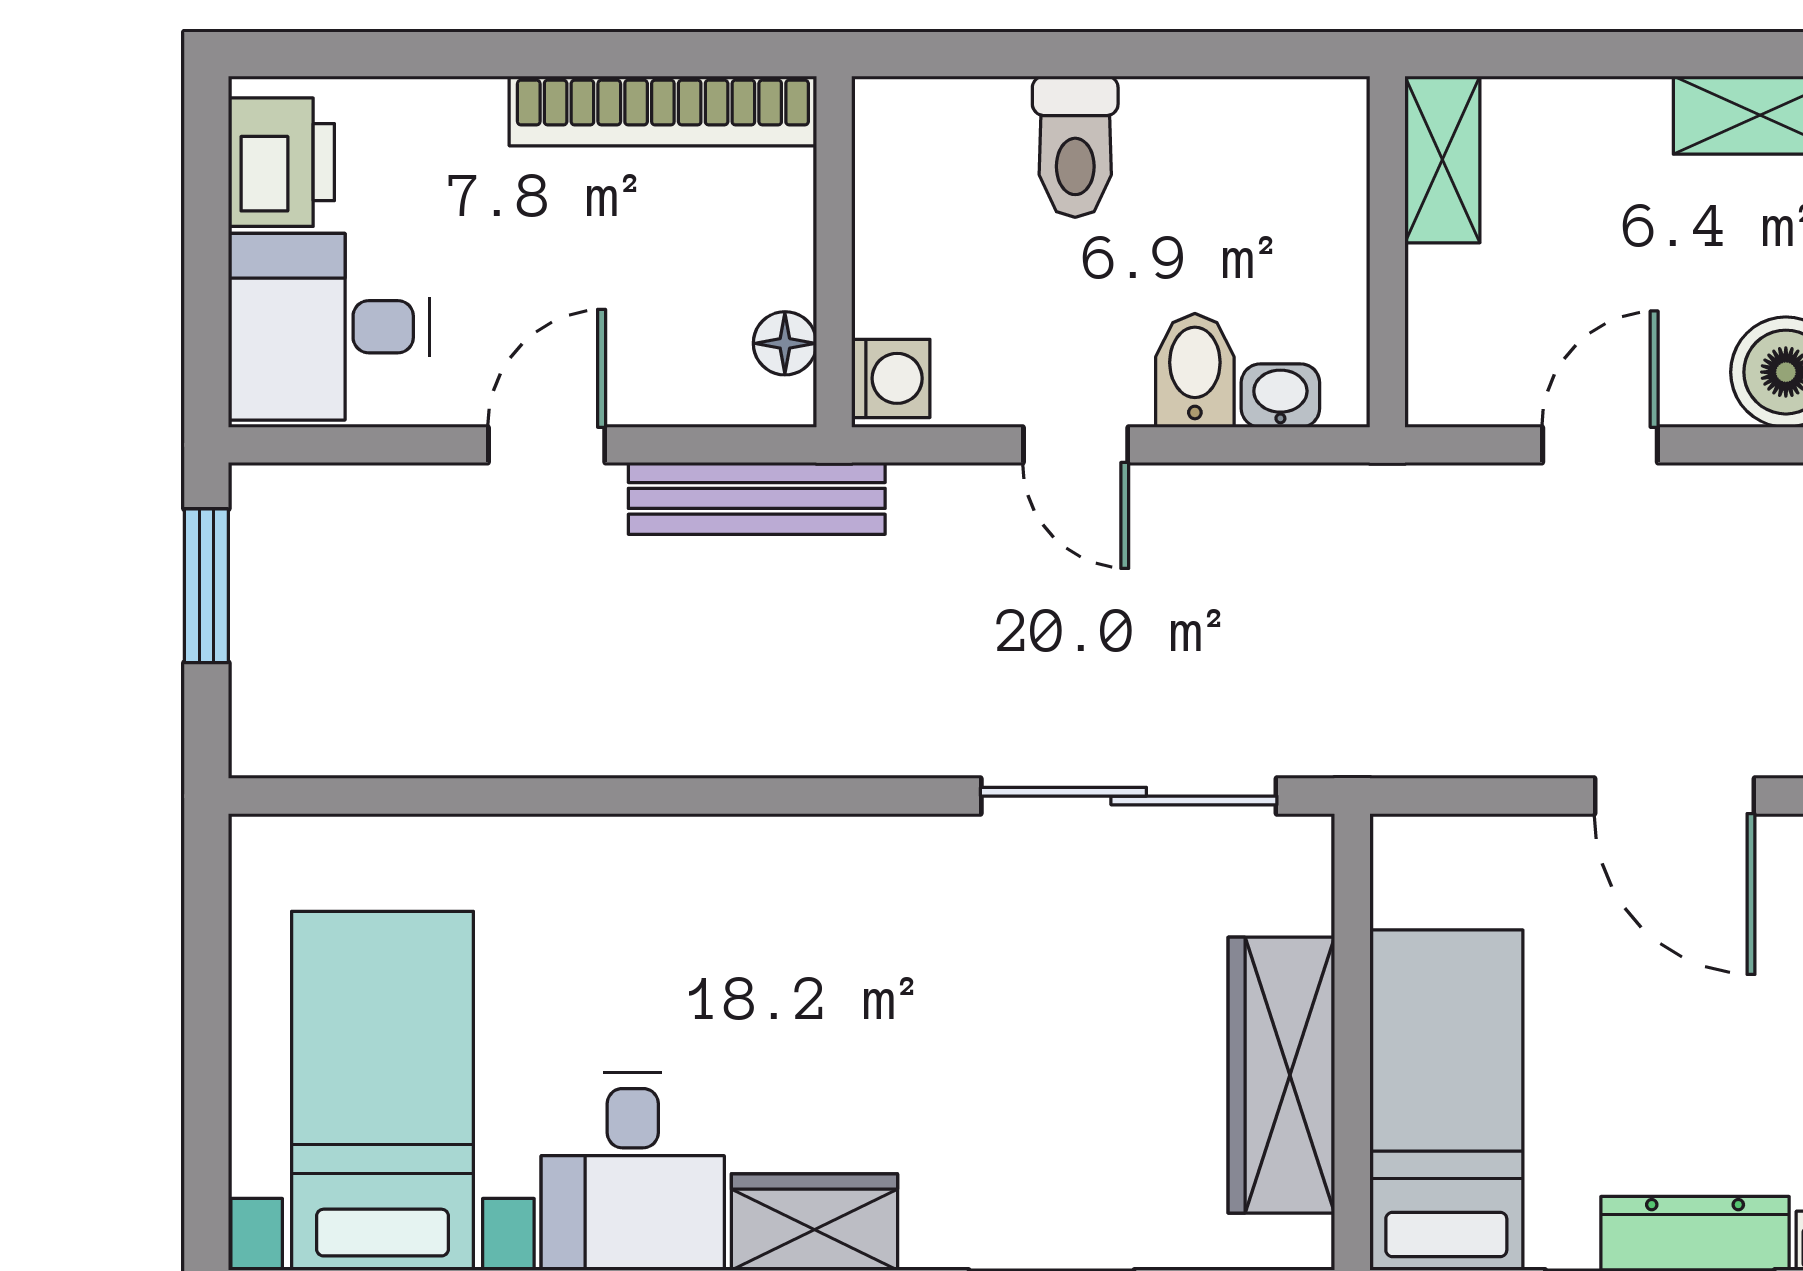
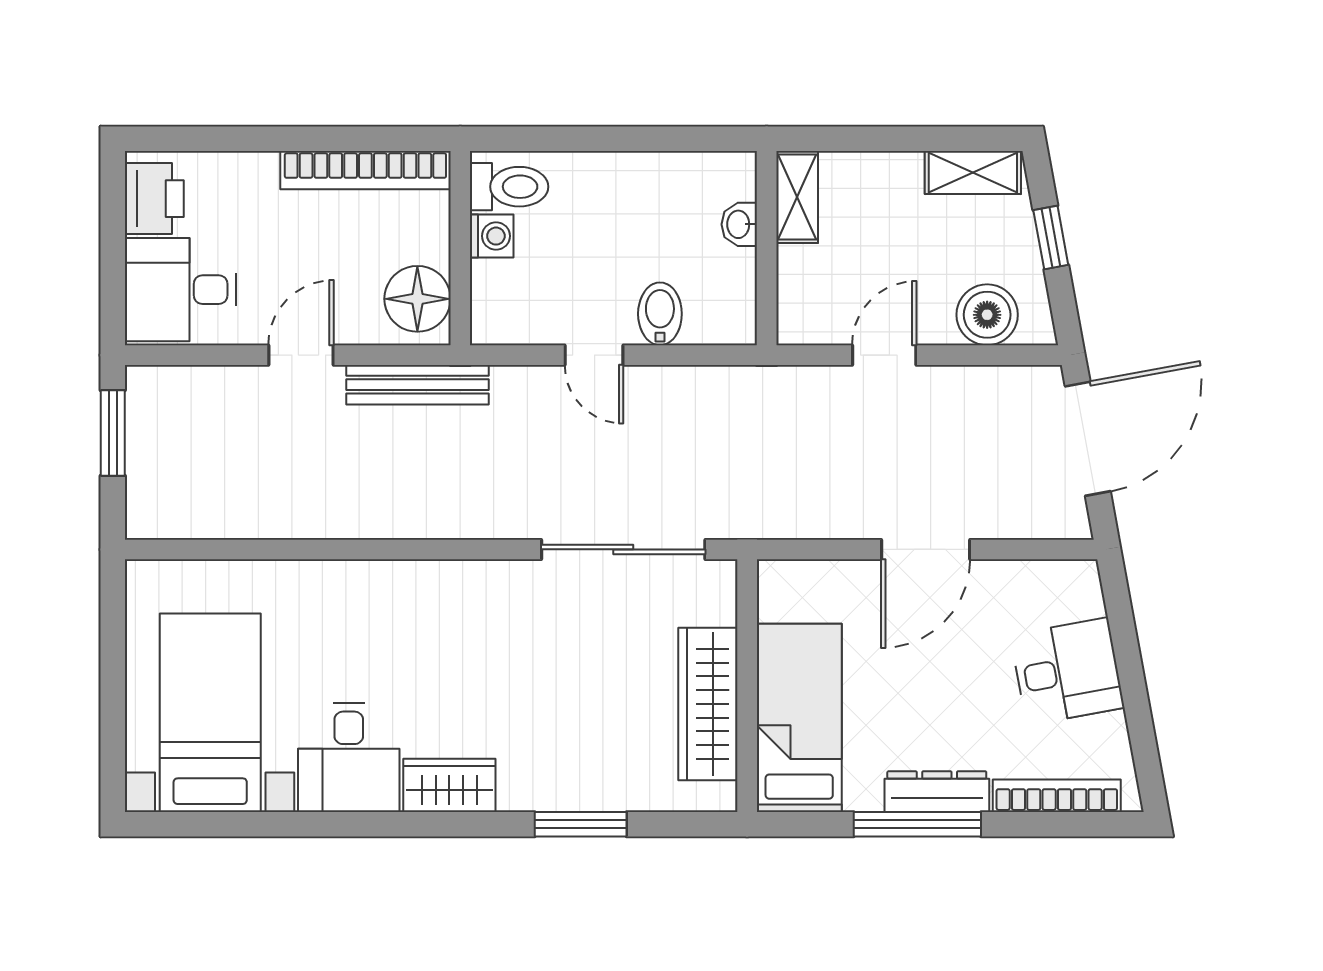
toilet: (1075, 147) -> (509, 187), moved, turned -90
floor lamp: (785, 343) -> (417, 299), width x1.89, depth x1.89
washing machine: (891, 378) -> (492, 236), moved
washbasin: (1280, 396) -> (739, 224), moved, turned -90
door: (1675, 796) -> (926, 549), hinge flipped

